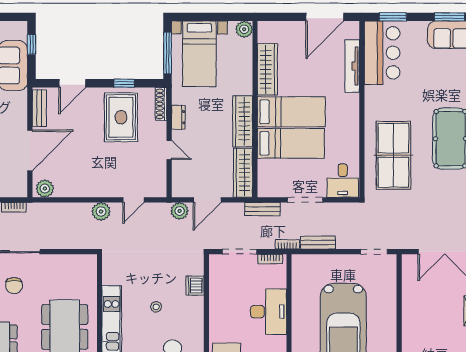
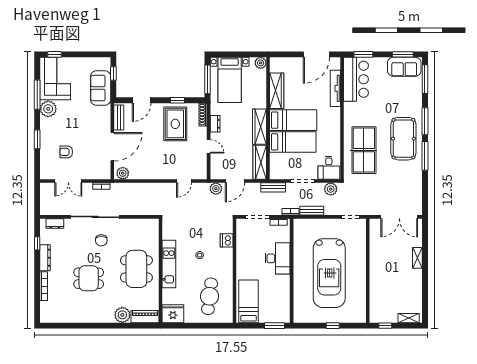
plant: (101, 211) -> (331, 189), moved

